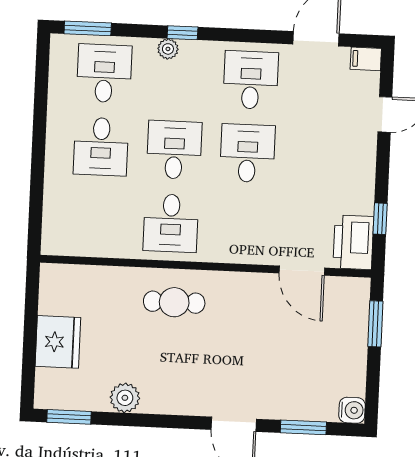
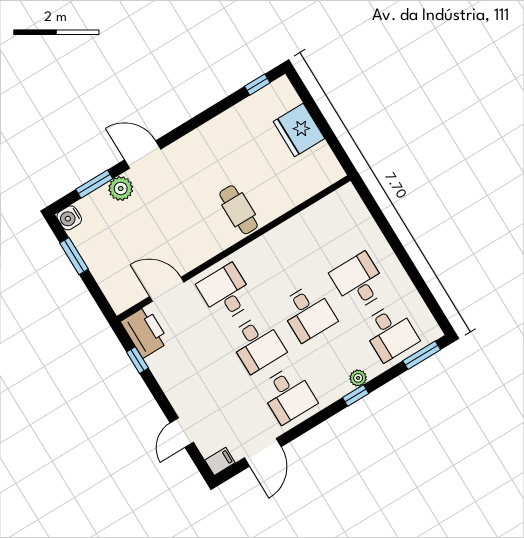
desk: (171, 223) -> (226, 293), moved
cafe table: (174, 302) -> (239, 210), turned 90
window: (375, 324) -> (74, 256), moved
plant: (125, 398) -> (121, 188), moved
window: (69, 417) -> (257, 85), width x0.67

